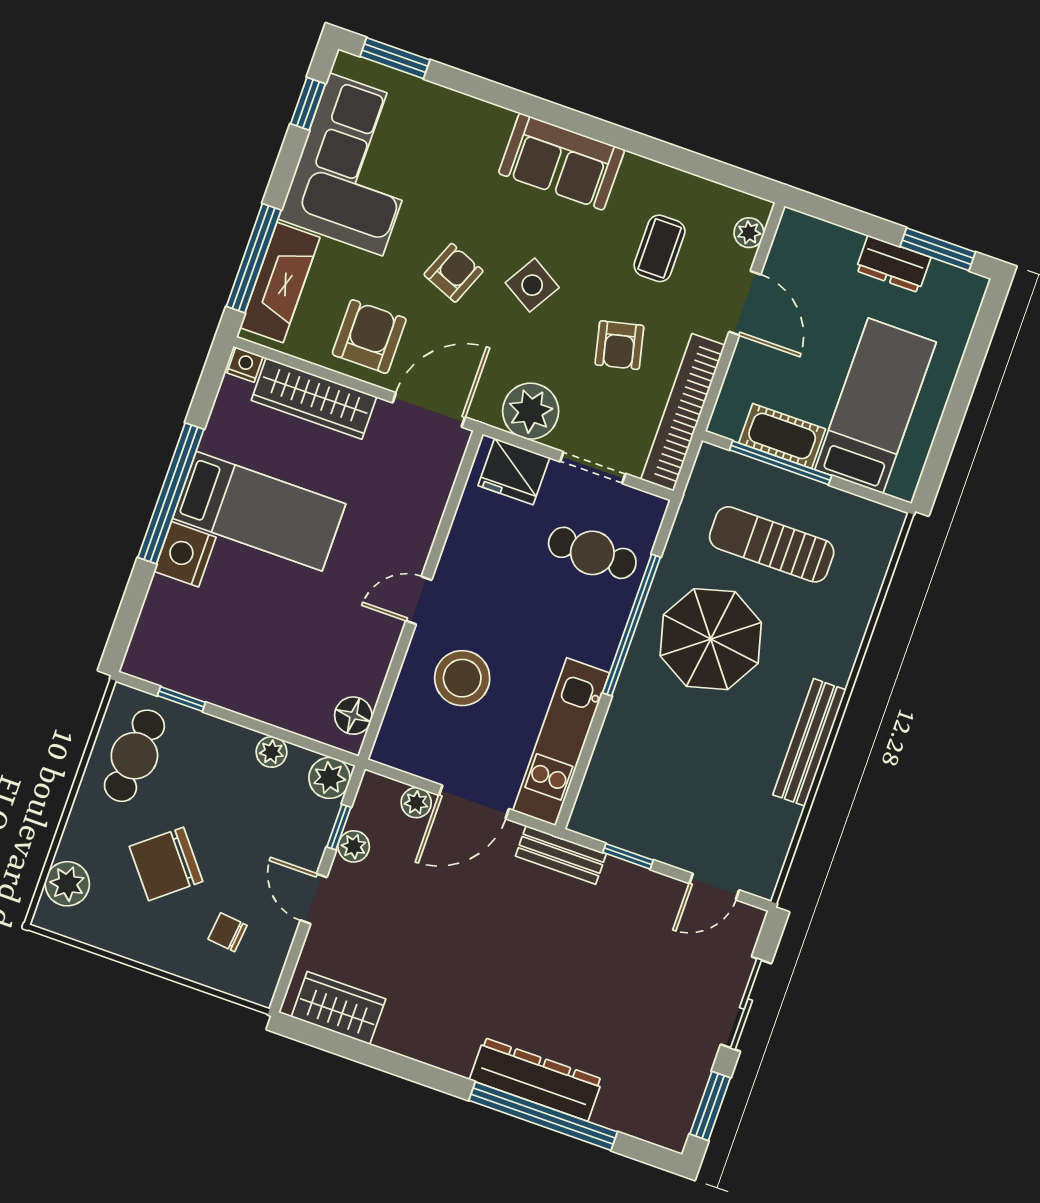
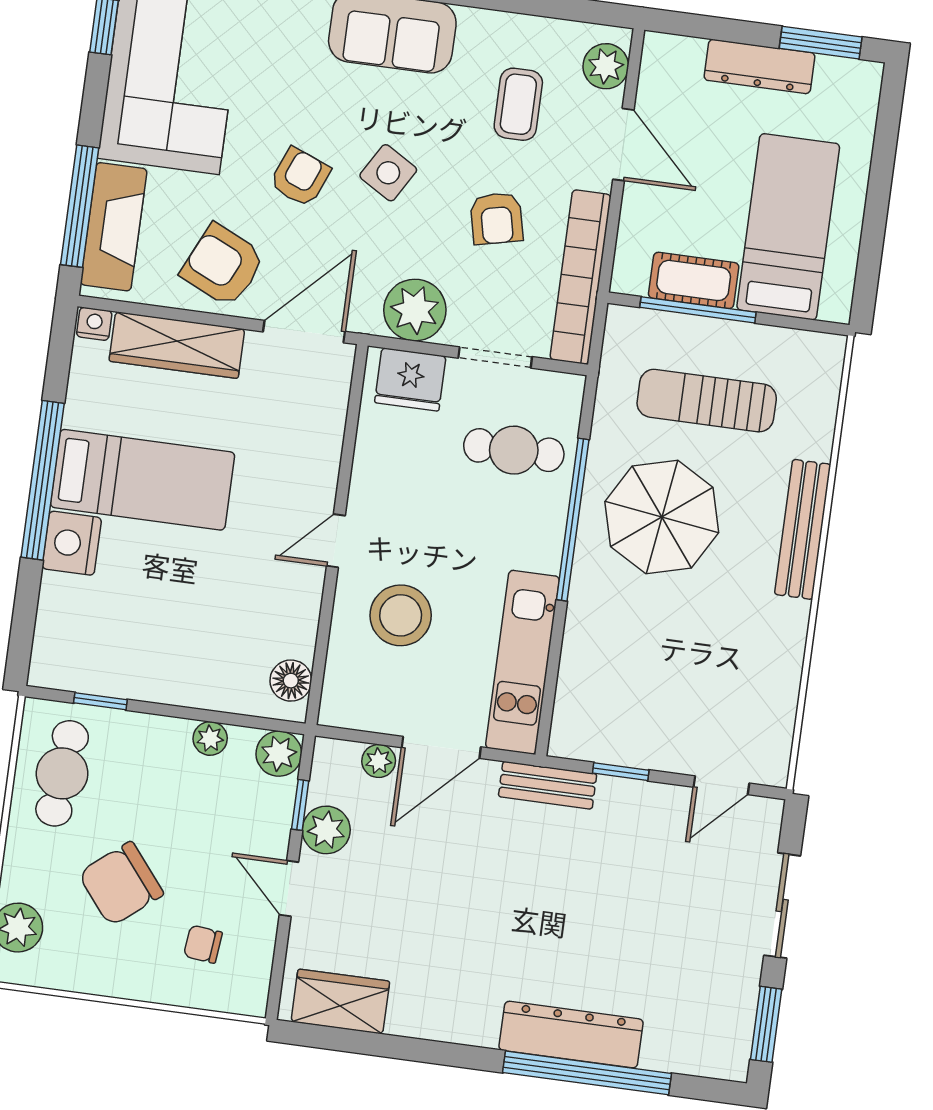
plant: (749, 233) -> (606, 66), width x1.38, depth x1.38
dresser: (893, 264) -> (760, 66), width x1.44
armchair: (369, 337) -> (223, 265), turned -65
bench: (809, 742) -> (803, 529), moved
plant: (354, 846) -> (326, 830), width x1.38, depth x1.38

